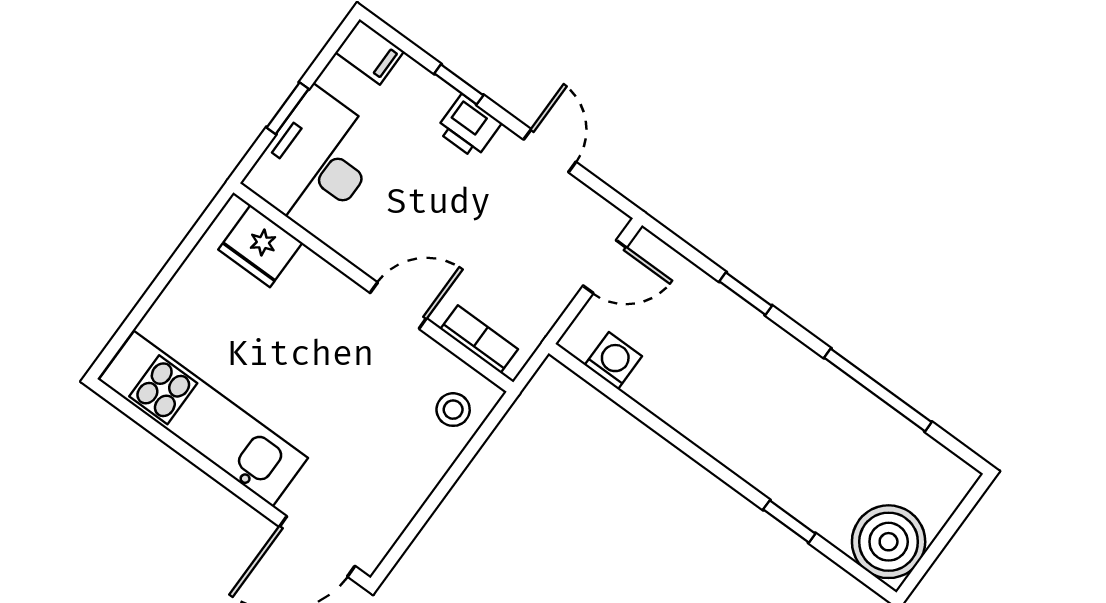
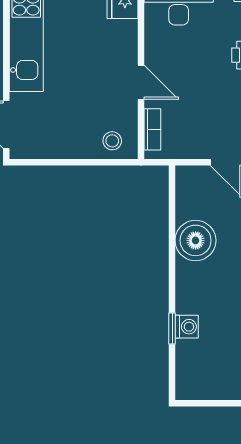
washing machine: (613, 361) -> (187, 327), moved
boiler: (889, 542) -> (196, 240), moved

